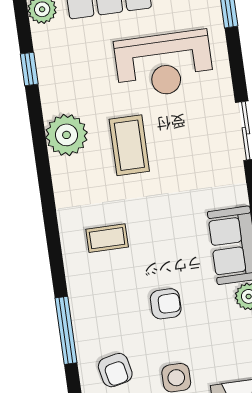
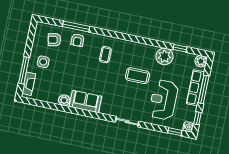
plant: (67, 135) -> (165, 56), moved
armchair: (166, 304) -> (78, 40), moved

